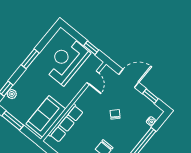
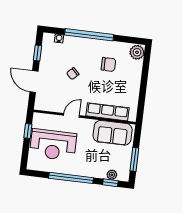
window: (30, 59) -> (71, 178), width x2.11
door: (93, 78) -> (72, 115), moved

